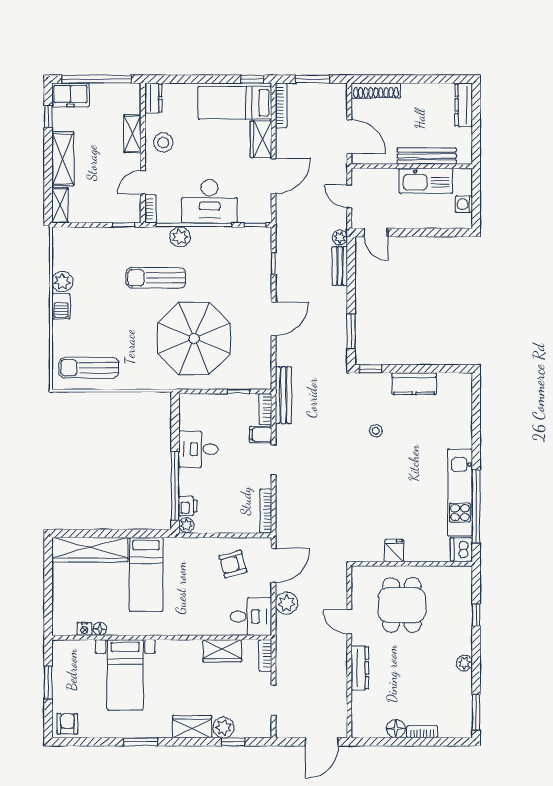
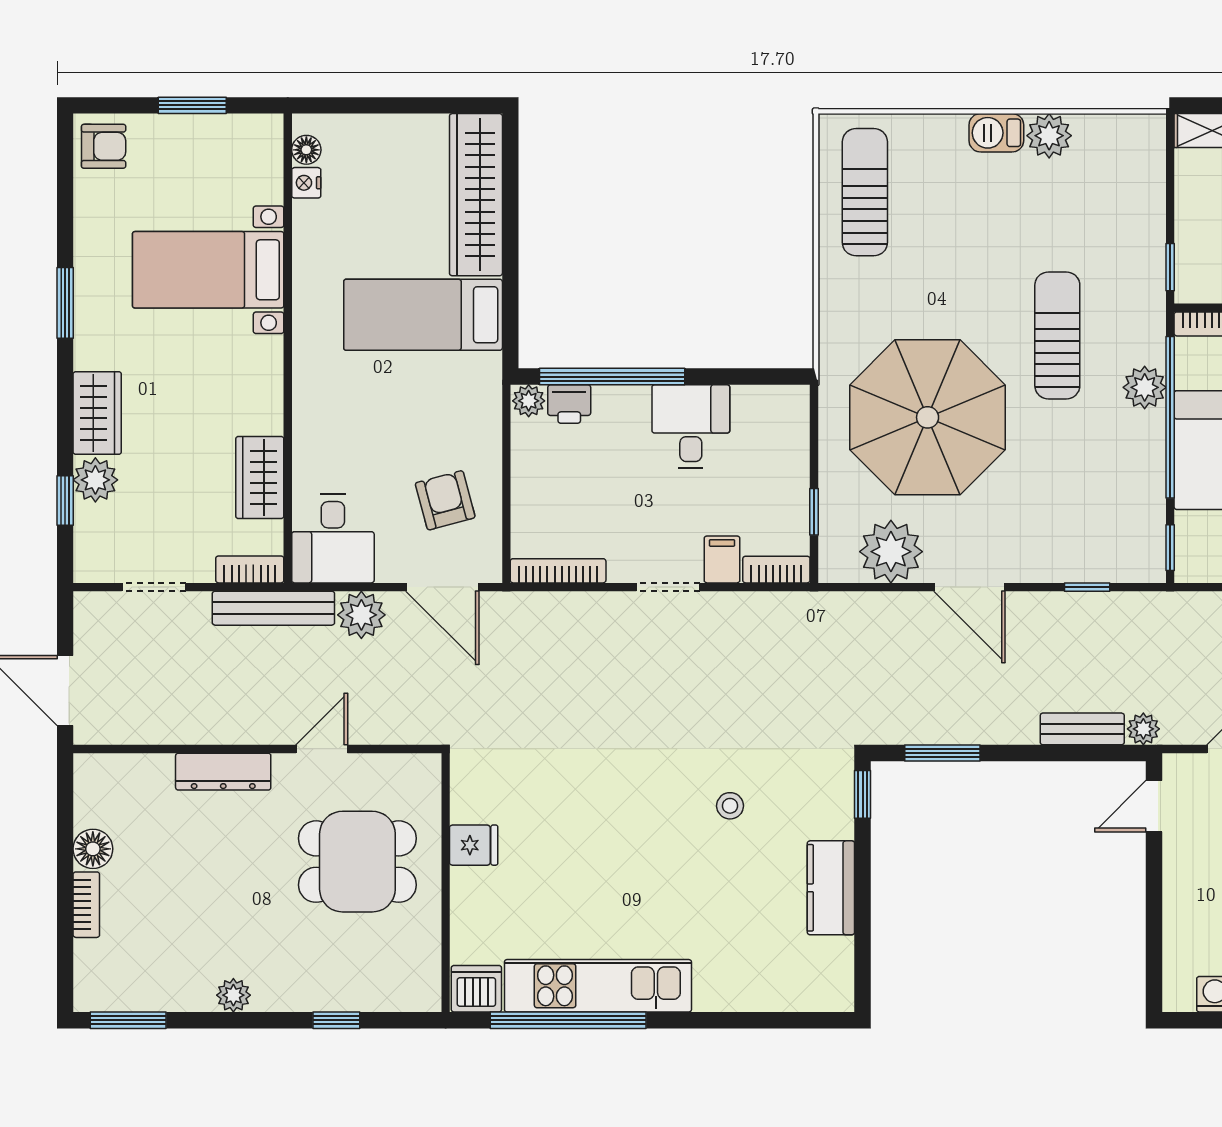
plant: (257, 355) -> (891, 552), added
bench: (283, 395) -> (273, 608), moved
floor lamp: (100, 629) -> (306, 150), moved

